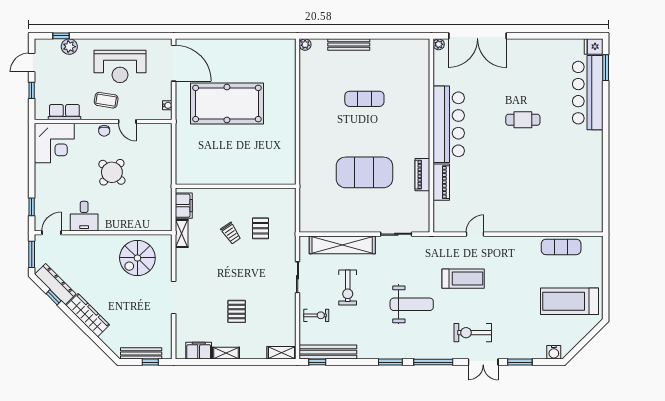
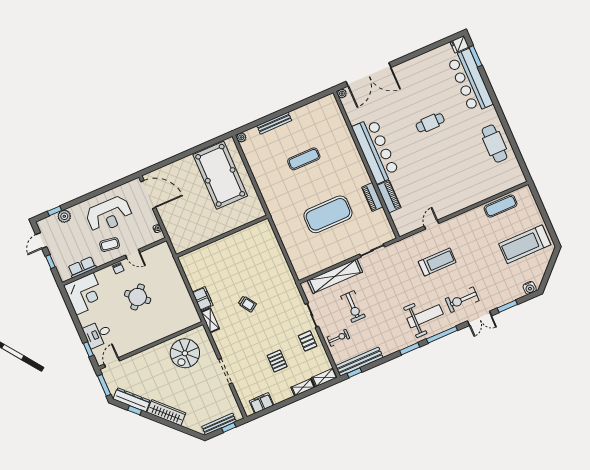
pool table: (227, 104) -> (220, 175), moved, turned 90
cafe table: (585, 174) -> (495, 144), added
wall: (236, 186) -> (222, 236), moved
desk: (84, 216) -> (98, 334), moved, turned 90
pallet: (260, 228) -> (308, 341), moved
weight bench: (412, 304) -> (425, 316), moved
shelving: (226, 353) -> (303, 387), moved

